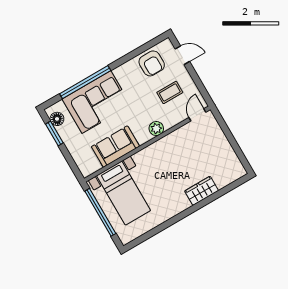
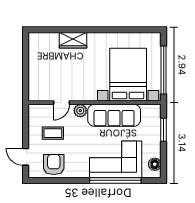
door: (197, 115) -> (61, 103), moved
window: (54, 133) -> (164, 130), moved
sofa: (115, 147) -> (114, 115), width x1.36
bed with nightstands: (124, 193) -> (128, 75), width x1.36

